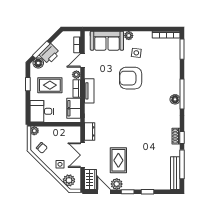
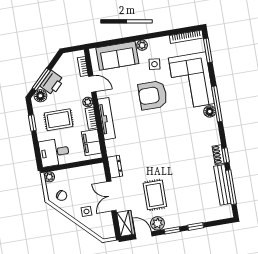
door: (82, 60) -> (92, 84), swing flipped
corner sofa: (164, 72) -> (191, 81), added
tv unit: (89, 91) -> (106, 119), width x1.41
bench: (175, 173) -> (222, 185), moved
plant: (69, 180) -> (100, 229), removed

